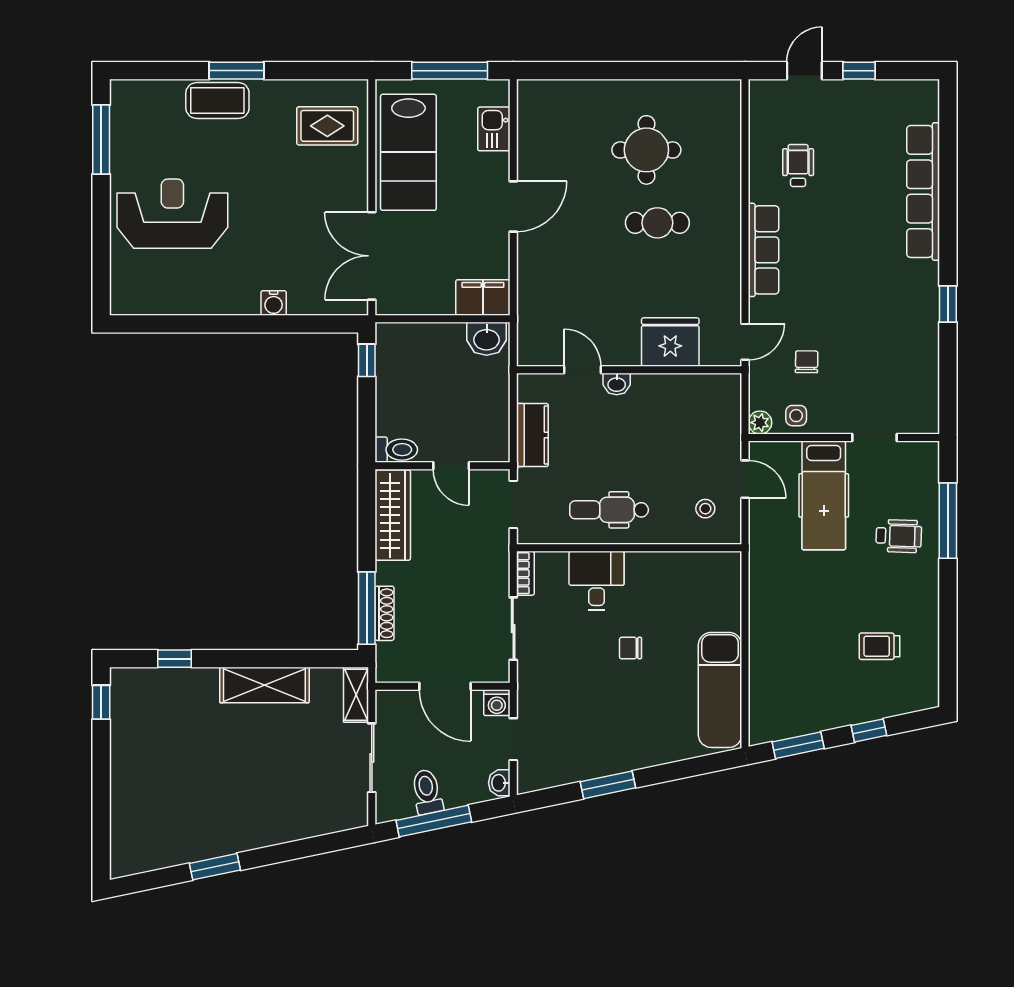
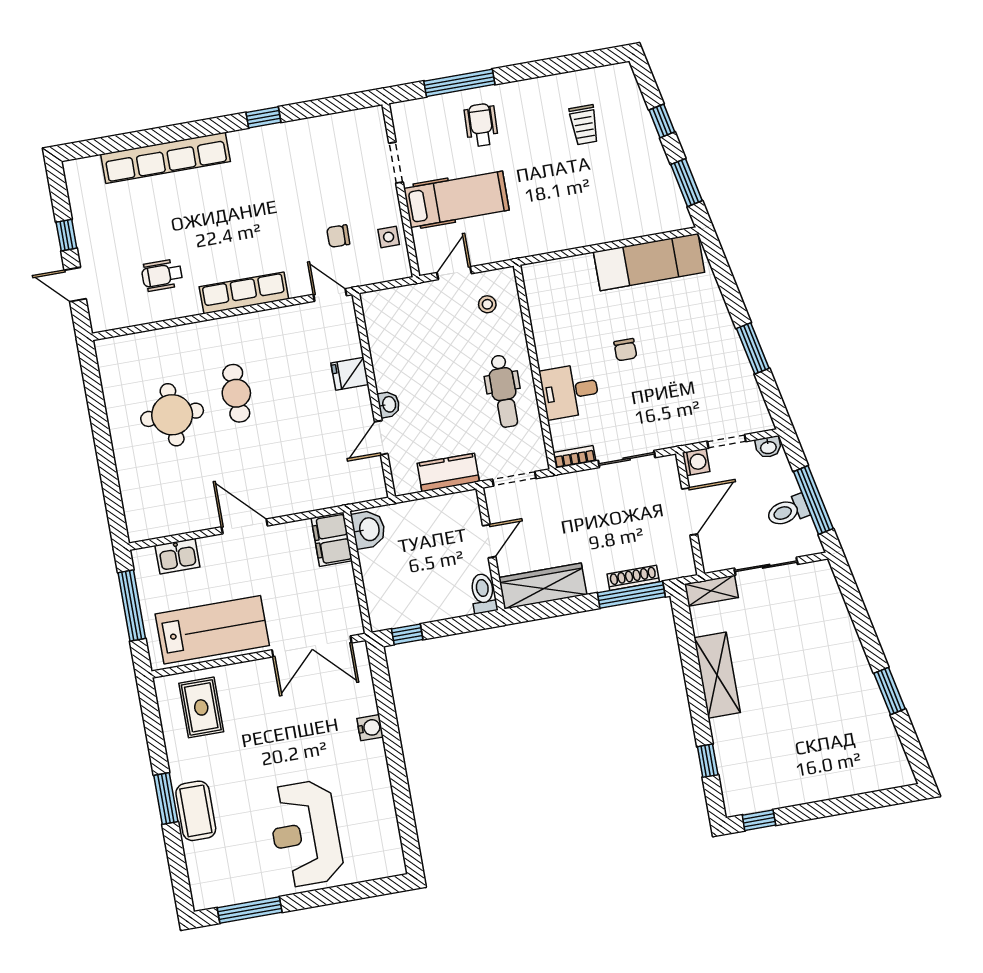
fridge: (670, 342) -> (350, 374), width x0.53, depth x0.75
plant: (760, 423) -> (401, 269), removed

